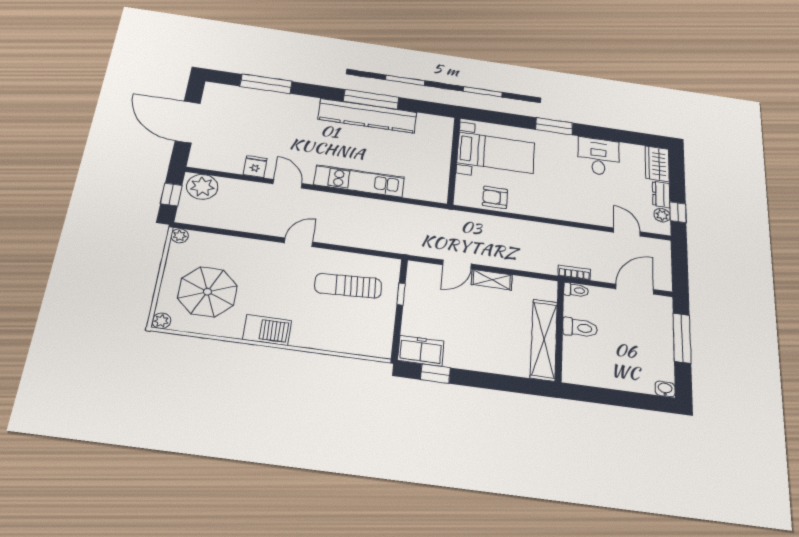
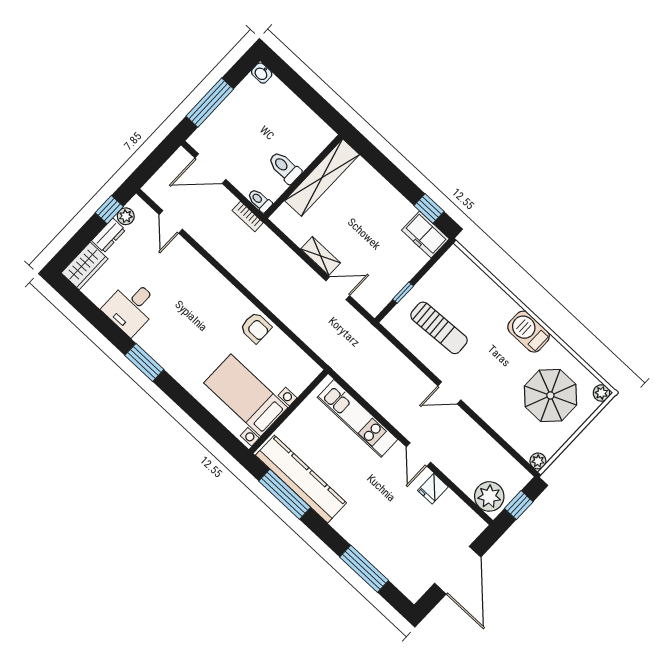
bed with nightstands: (496, 153) -> (246, 395), moved
wall: (454, 160) -> (289, 412), moved

